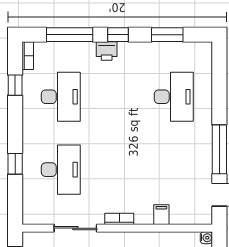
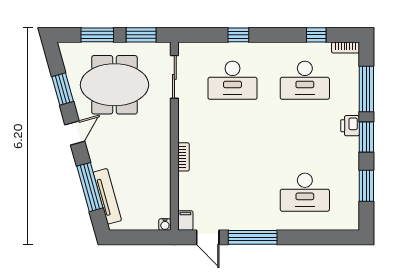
window: (118, 35) -> (366, 137), width x1.50
filing cabinet: (161, 215) -> (185, 221), moved, turned -90
bookcase: (119, 219) -> (184, 157), moved
sliding door: (75, 228) -> (174, 77), moved

